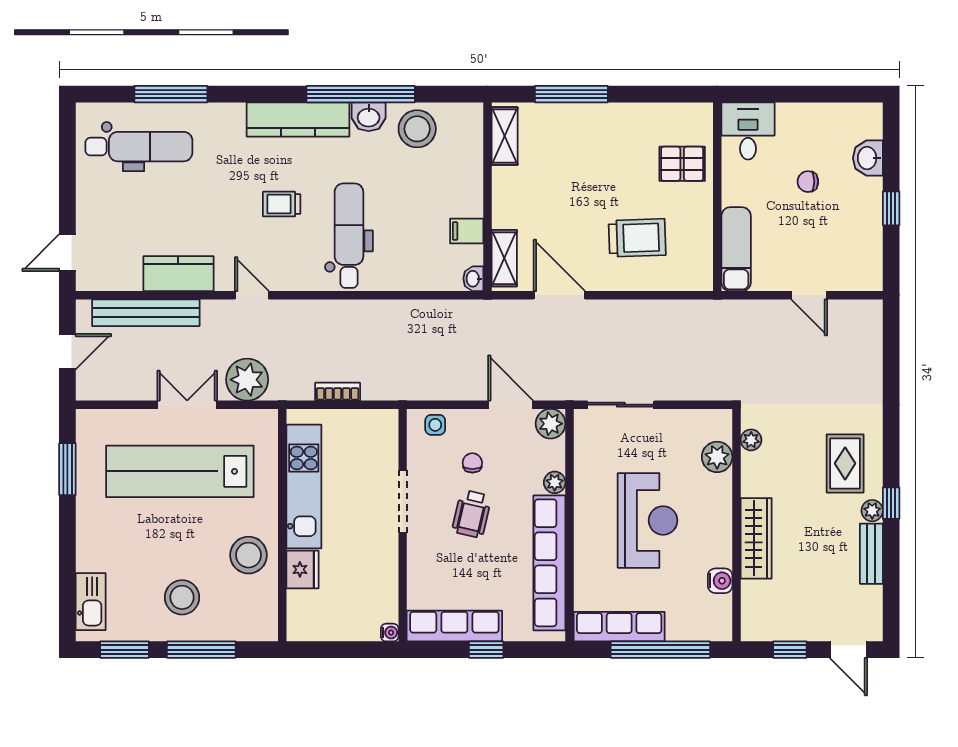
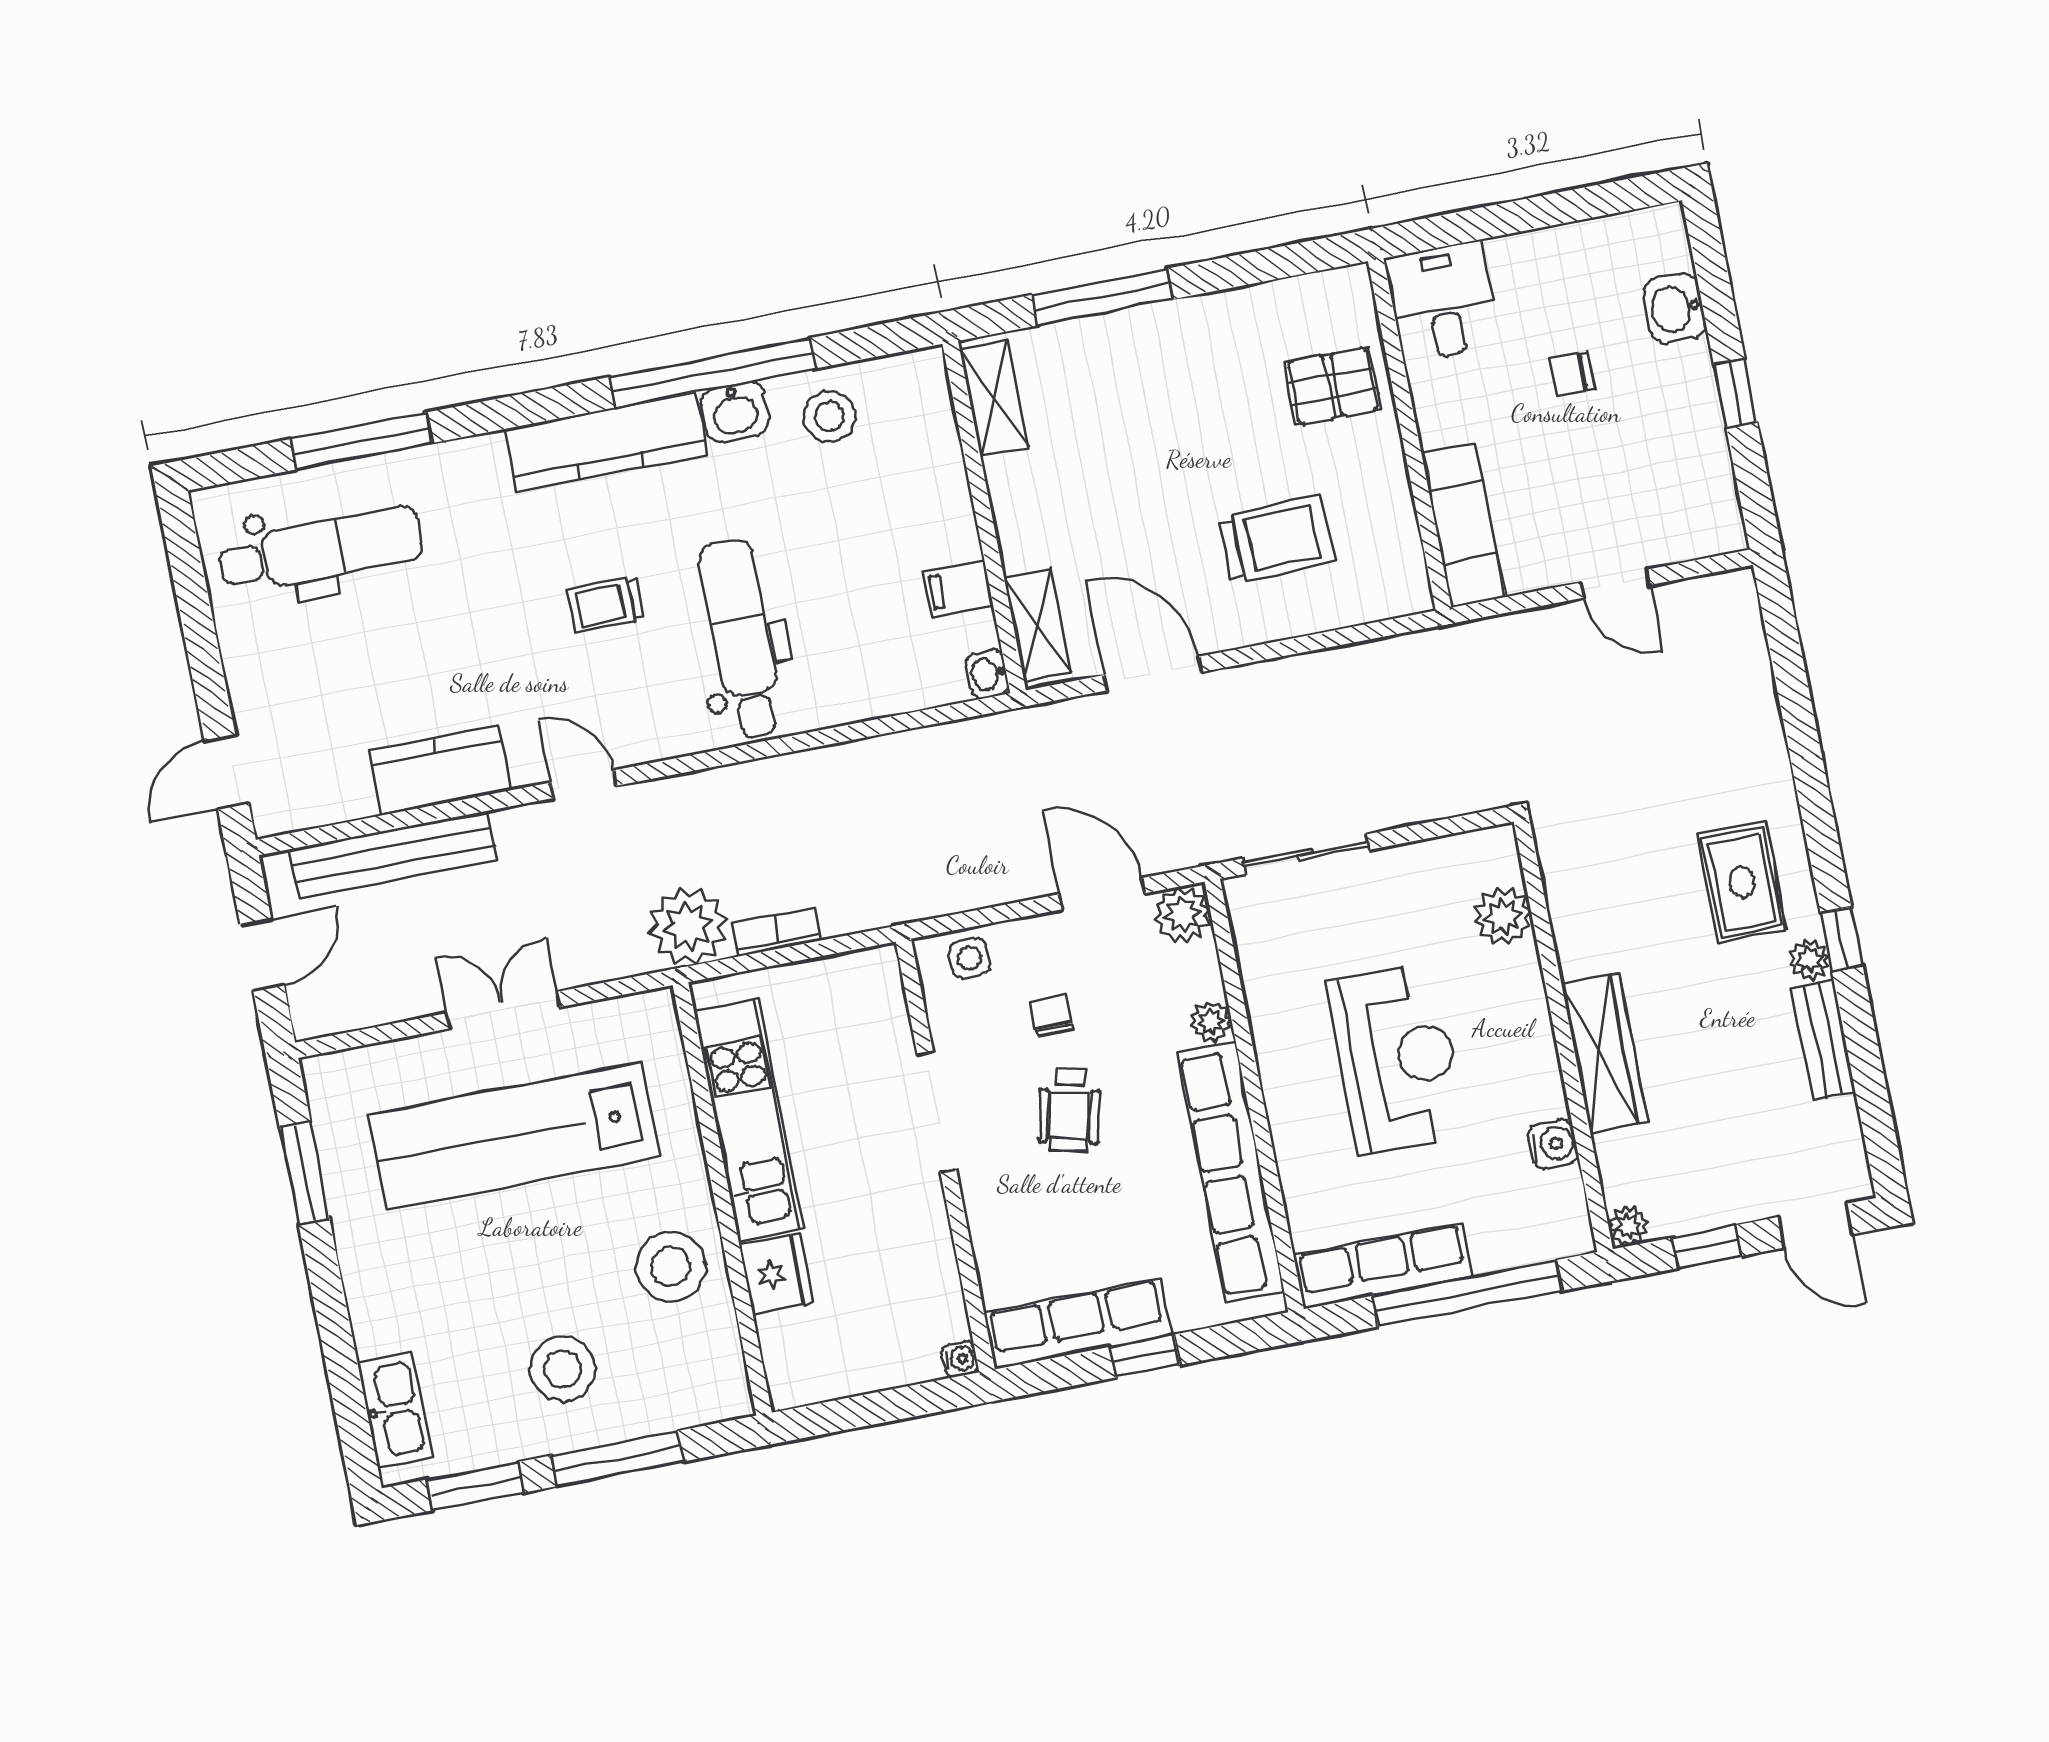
stool: (417, 129) -> (829, 417), width x0.73, depth x0.73
plant: (247, 380) -> (688, 926), moved
plant: (751, 440) -> (1628, 1226), moved

